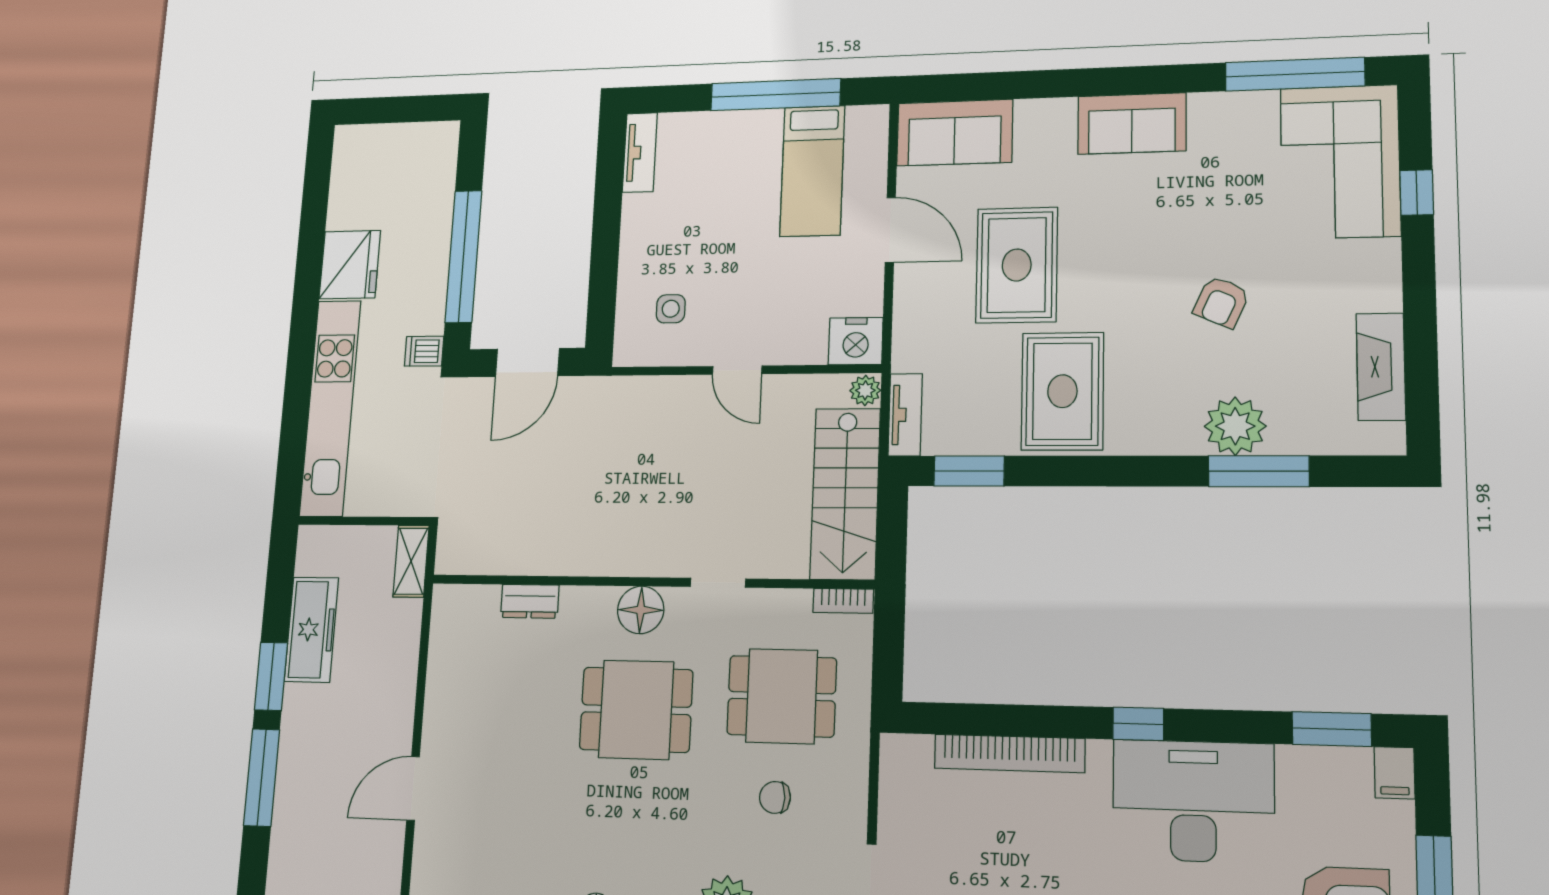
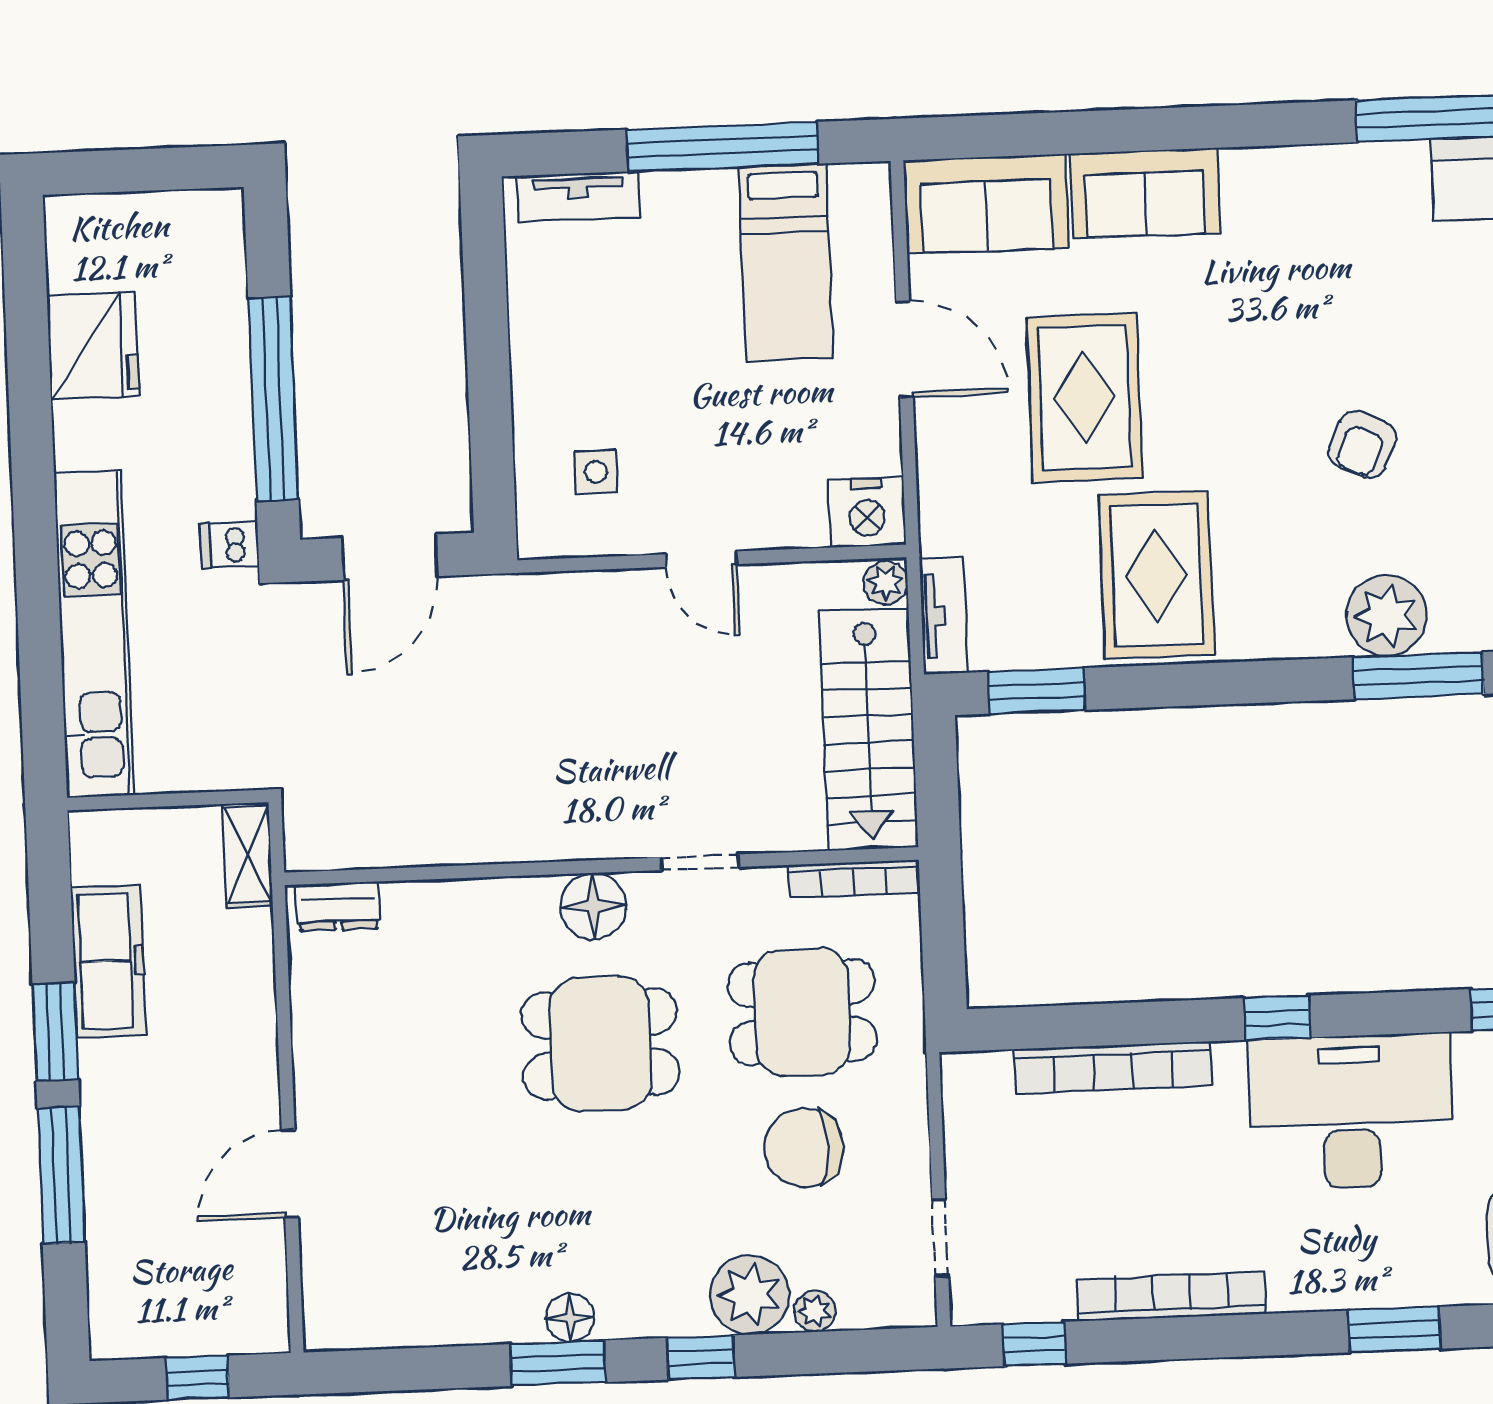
sofa: (1132, 124) -> (1145, 193), moved
tv unit: (640, 152) -> (579, 197), moved, turned 90
fridge: (350, 265) -> (93, 346), moved
dresser: (530, 601) -> (338, 907), moved
bookcase: (843, 601) -> (854, 879), width x1.56
chair: (775, 797) -> (804, 1148), width x1.87, depth x1.87

